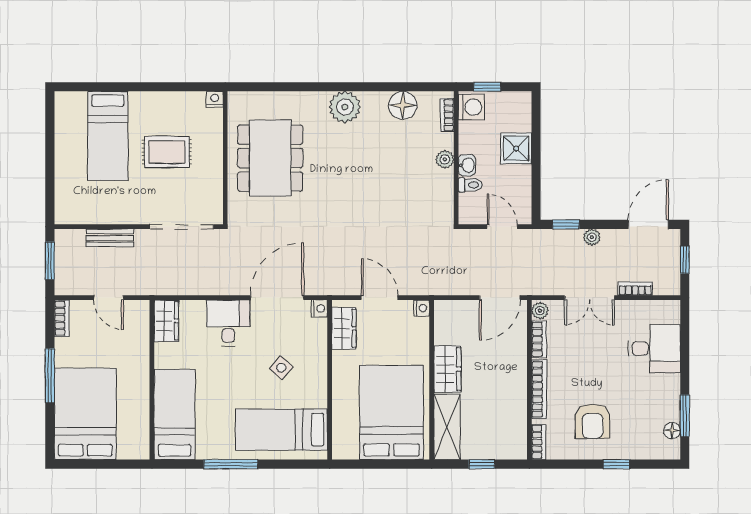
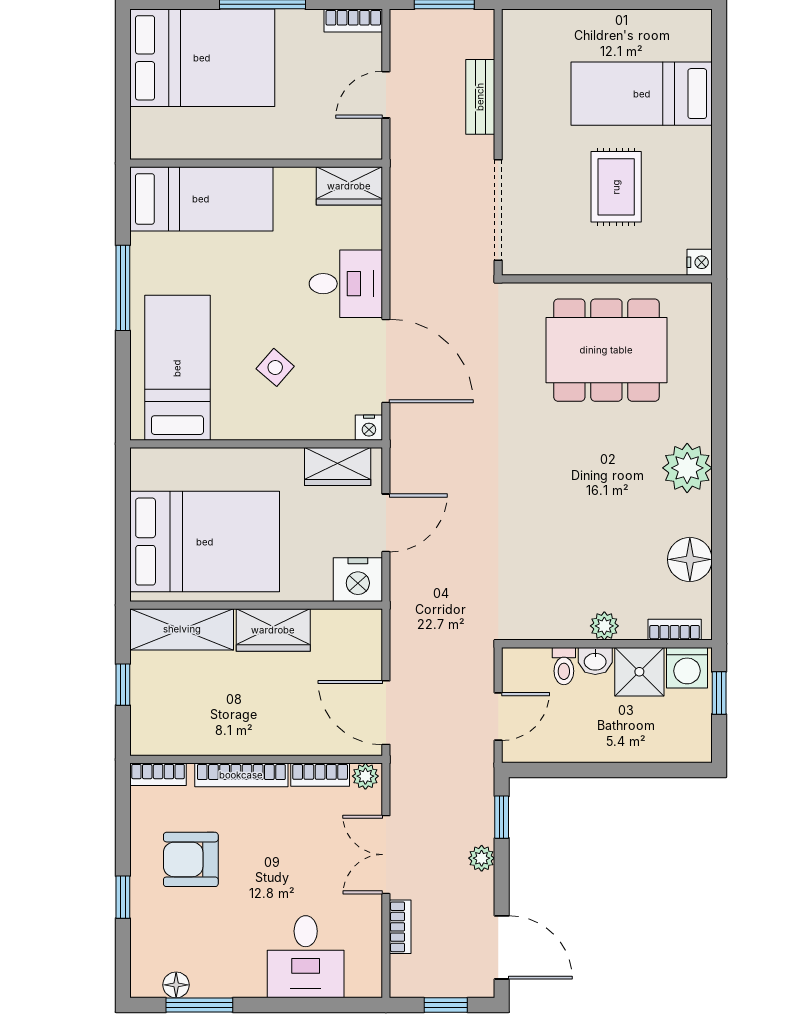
shower: (516, 148) -> (639, 672), moved
nightstand: (422, 308) -> (358, 580), width x1.89, depth x1.79

